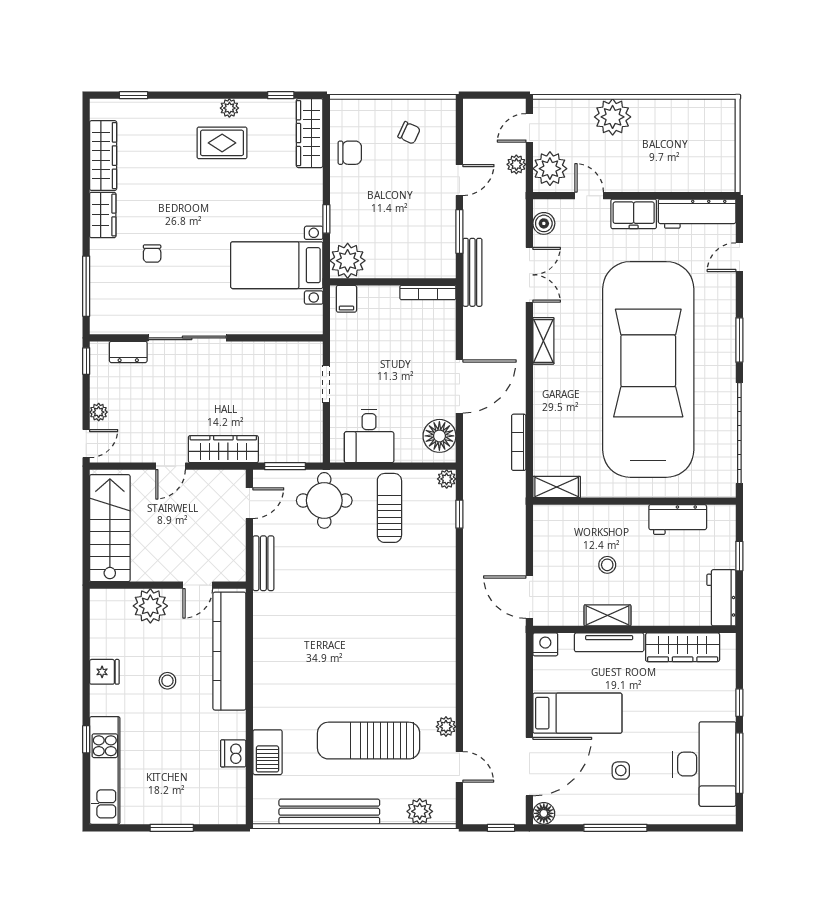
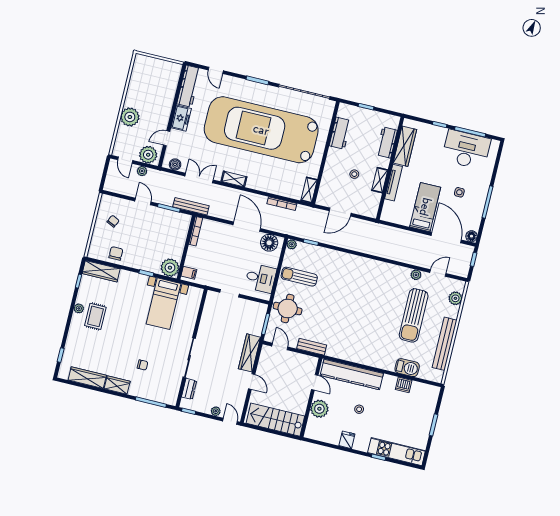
door: (529, 597) -> (340, 212), moved
workbench: (721, 598) -> (387, 143), moved, turned 90
nightstand: (545, 644) -> (387, 215), removed

